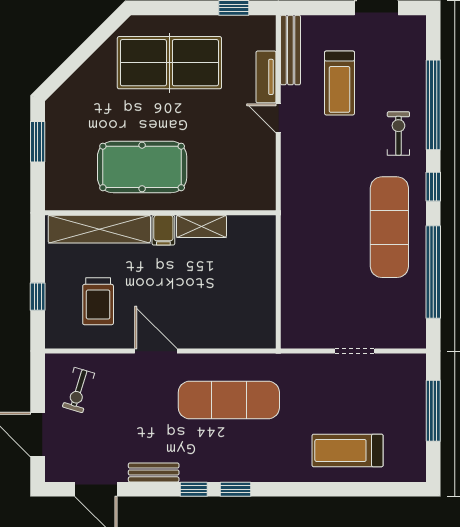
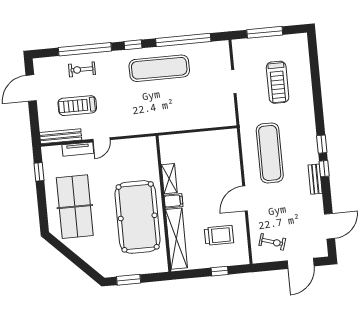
treadmill: (339, 83) -> (77, 106), turned 180
exercise bike: (398, 134) -> (82, 69), moved
pool table: (142, 167) -> (138, 217), width x1.36, depth x1.32
treadmill: (348, 450) -> (278, 82), moved
bench: (154, 472) -> (315, 179), moved

